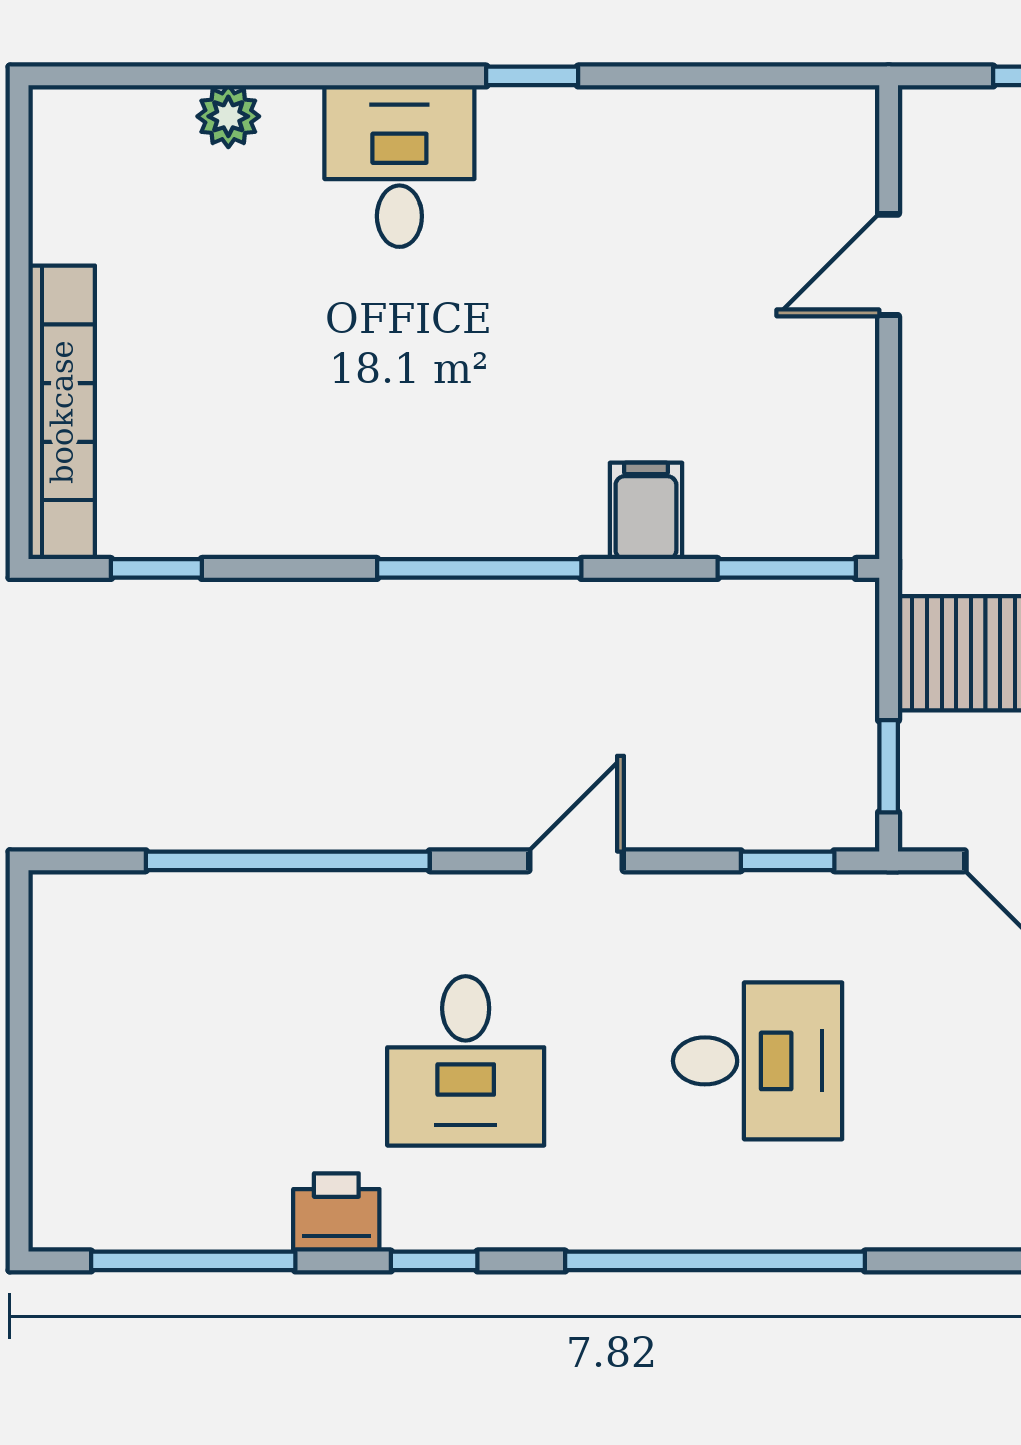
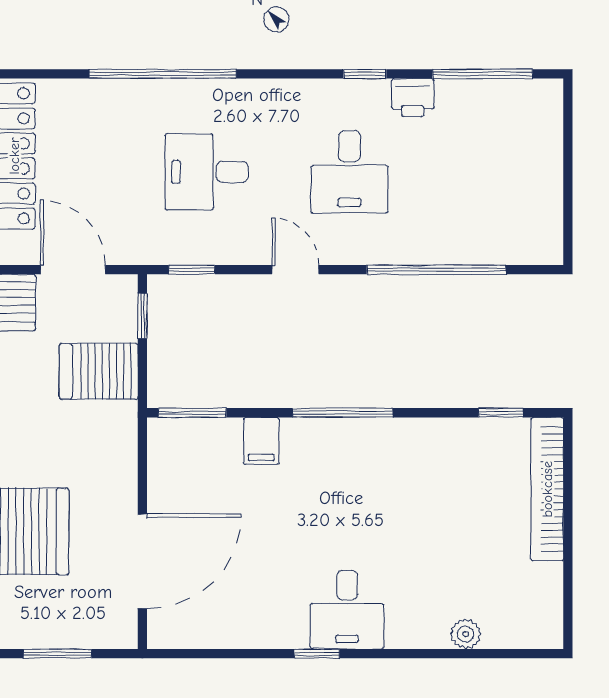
desk: (399, 166) -> (347, 610), moved
door: (889, 265) -> (142, 561), width x1.88
door: (576, 861) -> (295, 270), swing flipped
desk: (466, 1061) -> (349, 172), turned 180
window: (715, 1261) -> (163, 74), moved

